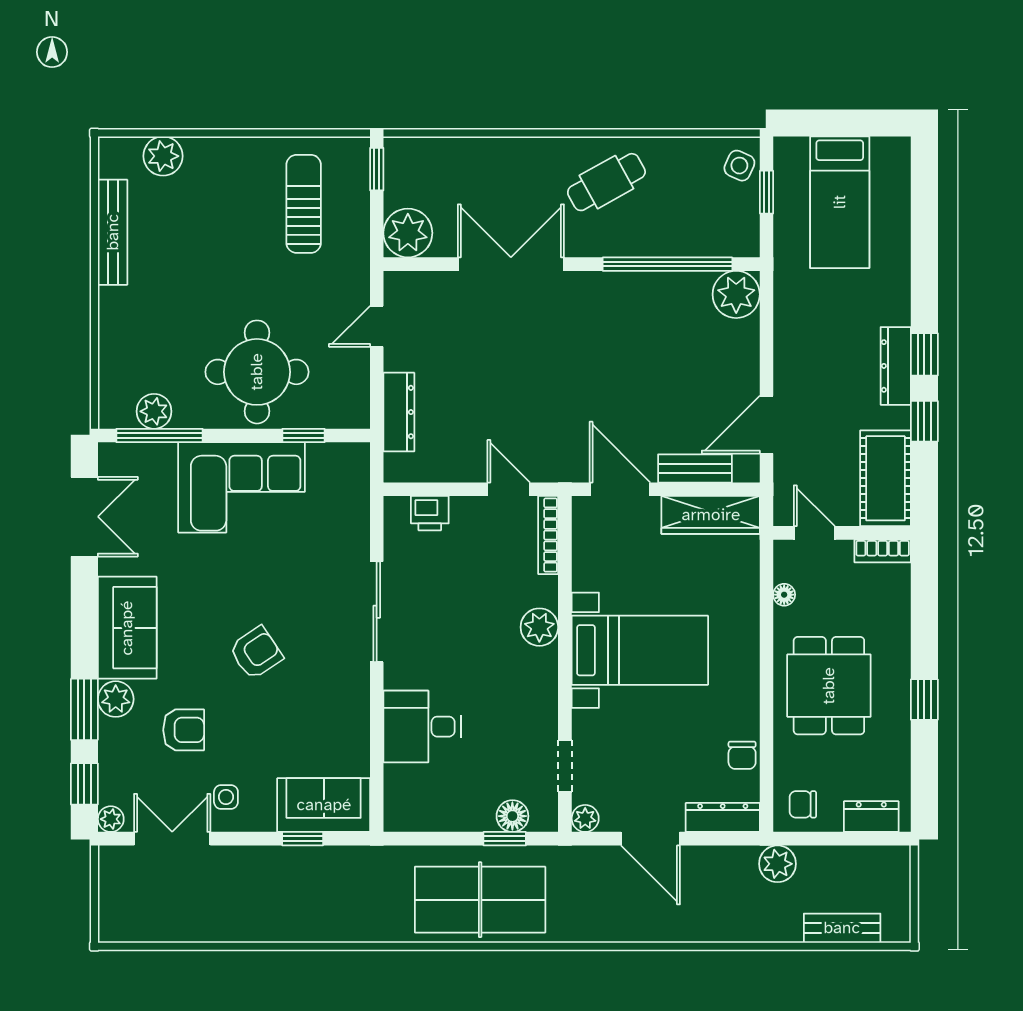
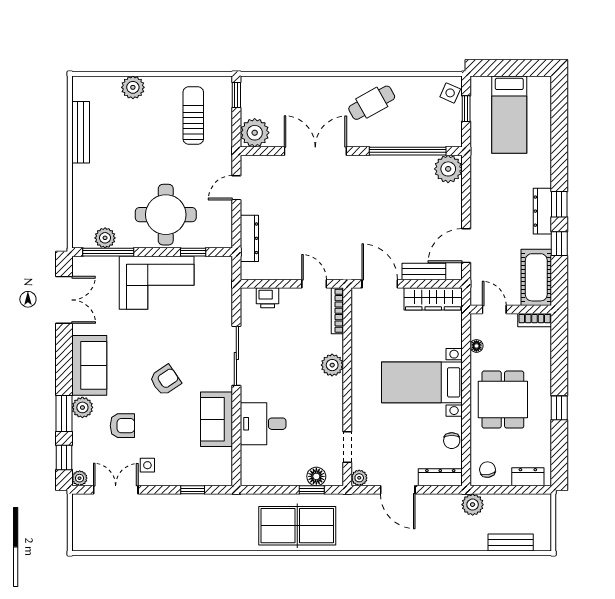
plant: (163, 156) -> (133, 87), moved
bed with nightstands: (640, 650) -> (422, 382), moved, turned 180
chair: (803, 804) -> (487, 470), turned 81
sofa: (324, 805) -> (217, 419), moved, turned -90

